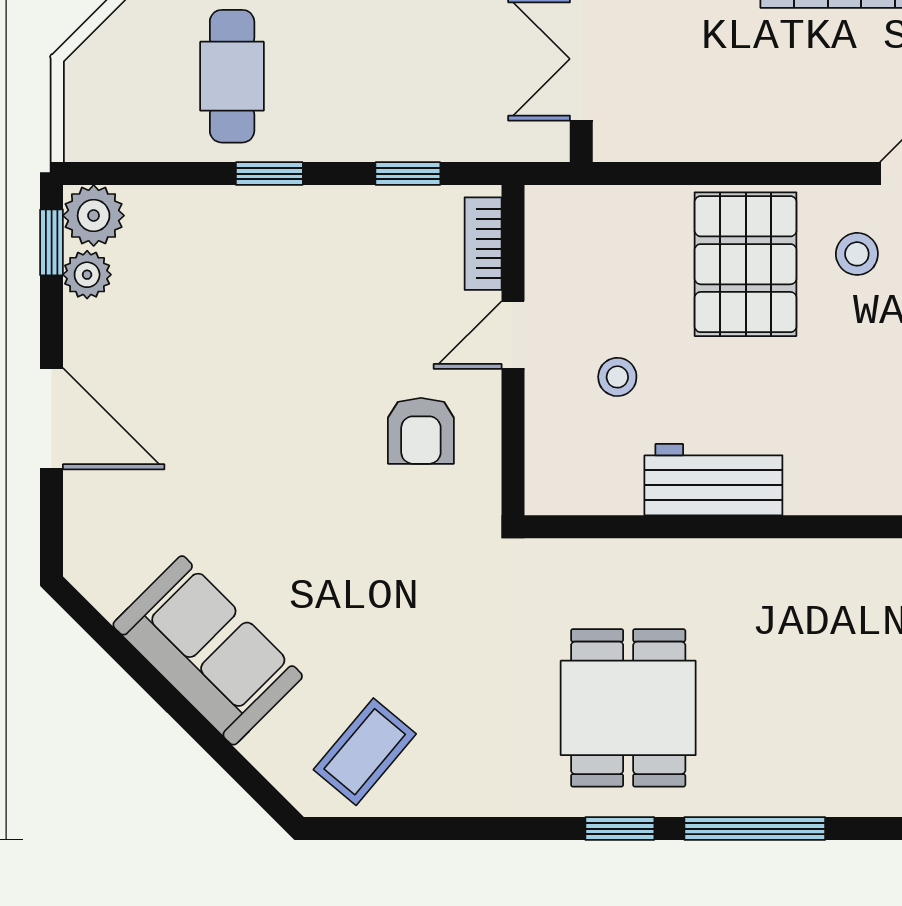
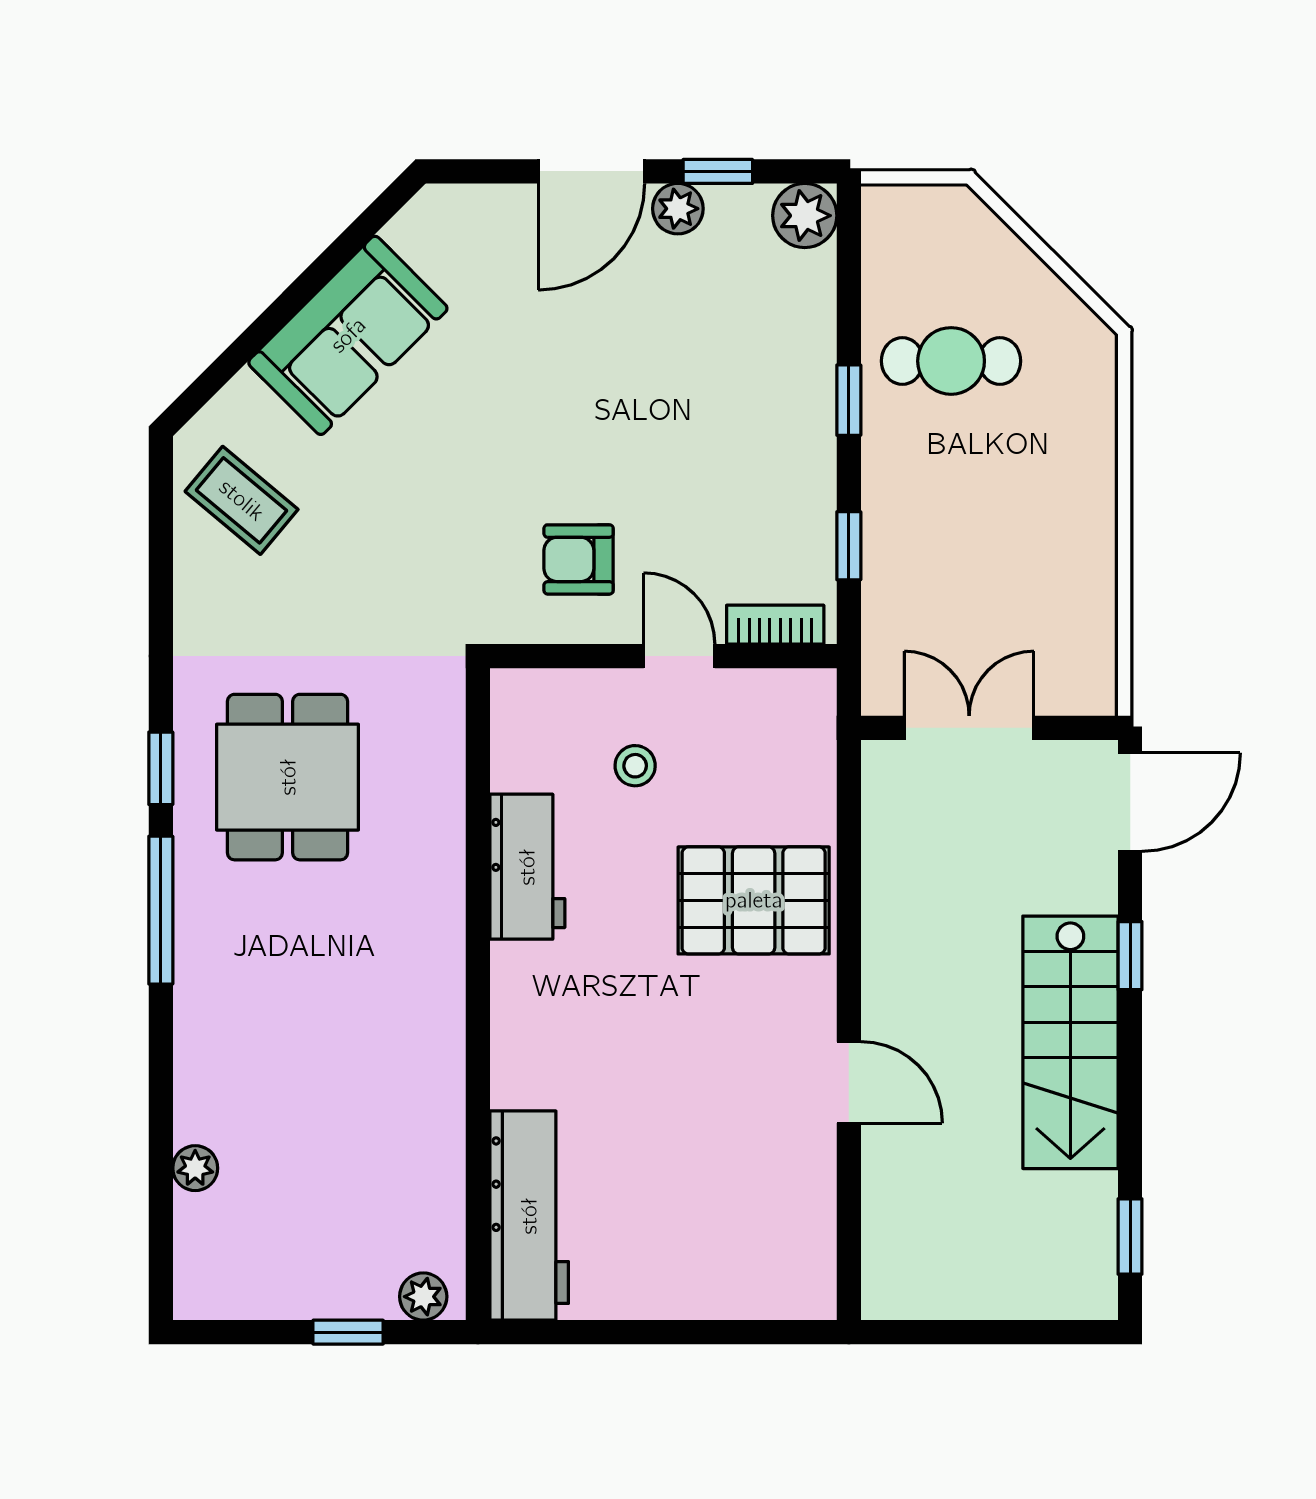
window: (52, 242) -> (718, 171), moved
stool: (857, 254) -> (764, 1017), removed
plant: (87, 275) -> (678, 209), moved
dining table: (628, 708) -> (288, 777), turned 90

